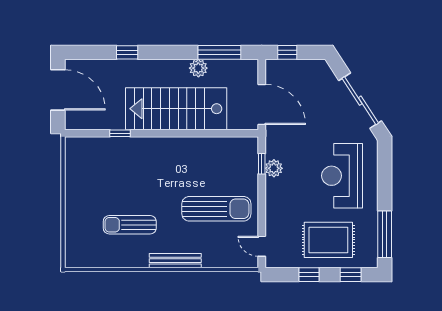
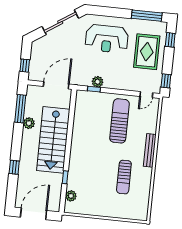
plant: (92, 145) -> (71, 196), added
window: (309, 275) -> (166, 81), moved

